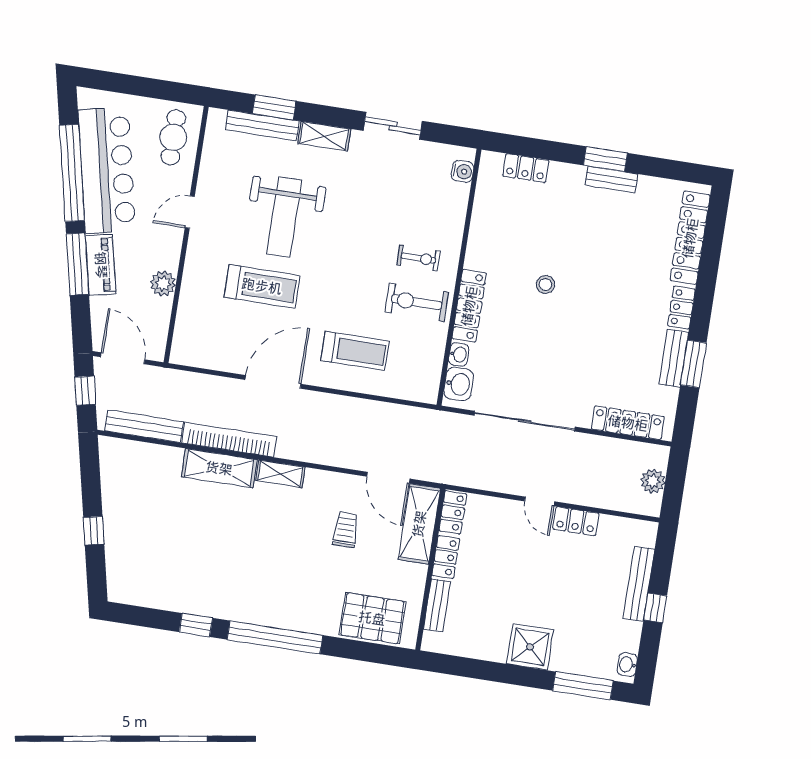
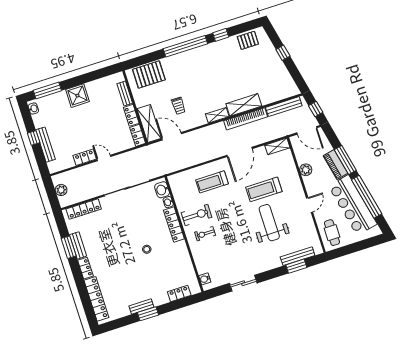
shelving: (324, 136) -> (277, 146), moved
pallet: (149, 588) -> (248, 40), added

